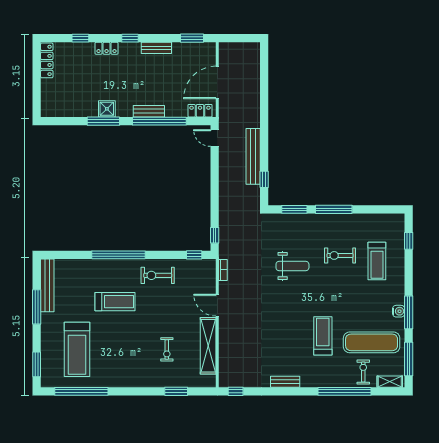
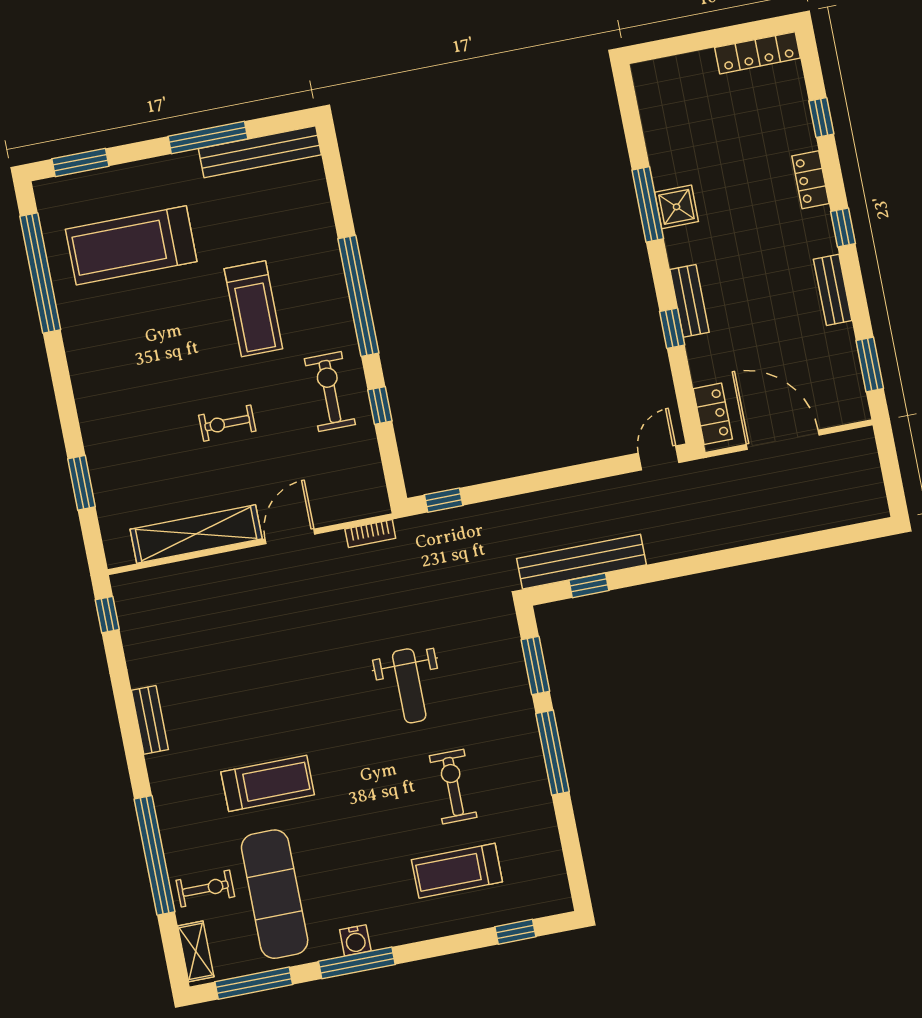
window: (159, 121) -> (672, 328), width x0.32
bench: (253, 156) -> (582, 562), moved
window: (194, 255) -> (380, 405), moved
exercise bike: (167, 349) -> (227, 423), moved

